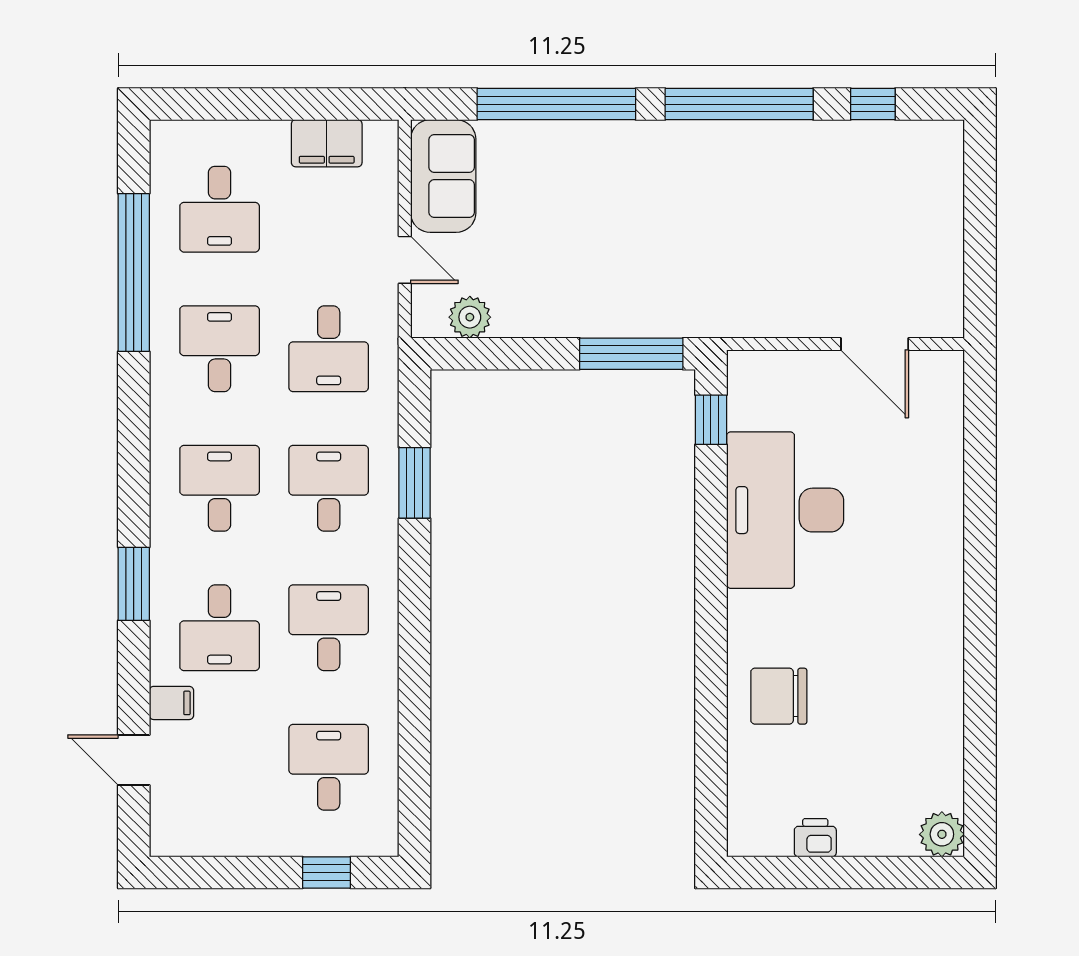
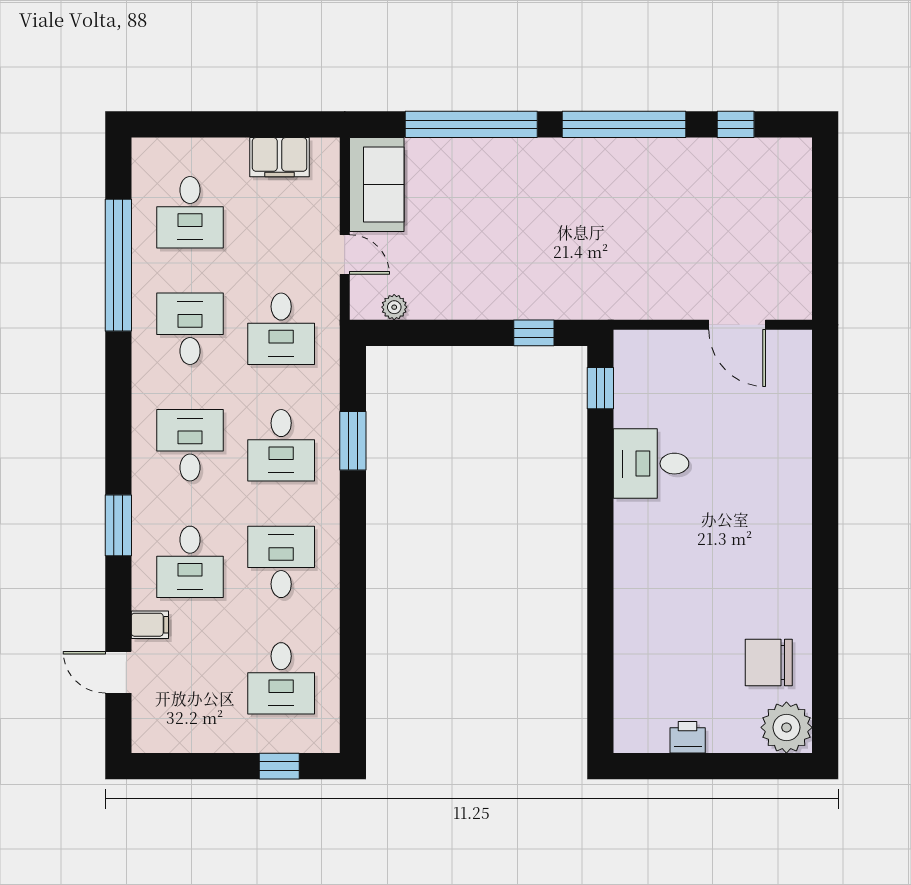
plant: (470, 317) -> (394, 307), width x0.73, depth x0.73
window: (631, 354) -> (534, 333), width x0.46
desk: (329, 488) -> (281, 445), turned 180
desk: (785, 510) -> (651, 464), width x0.53, depth x0.77
chair: (779, 696) -> (769, 662), moved
desk: (329, 767) -> (281, 678), turned 180
plant: (942, 834) -> (786, 727), width x1.36, depth x1.36

